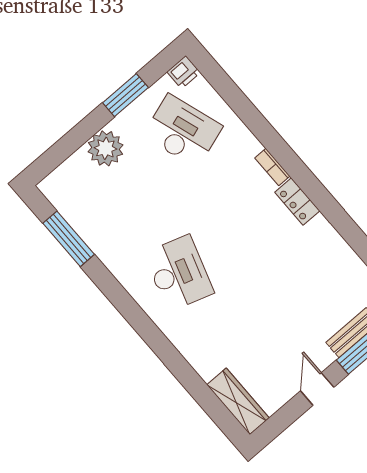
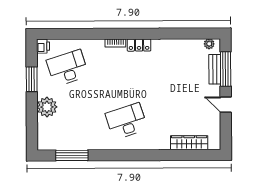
desk: (179, 273) -> (126, 121), turned -36
wardrobe: (238, 401) -> (189, 143), moved

